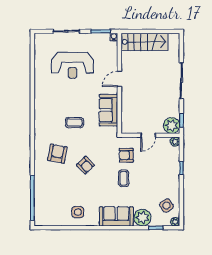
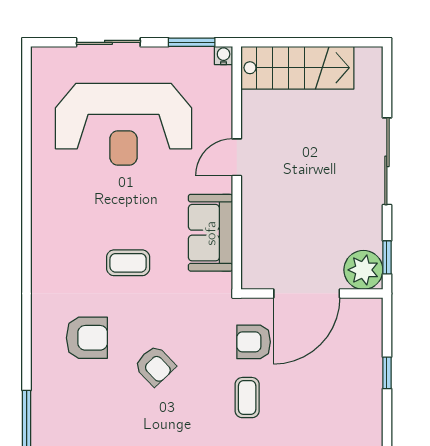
reception desk: (72, 65) -> (123, 124), width x1.36, depth x1.30
door: (148, 135) -> (307, 293), width x1.88
plant: (175, 142) -> (372, 309), removed
armchair: (57, 154) -> (87, 338), turned 79

